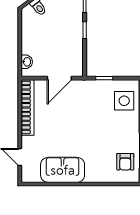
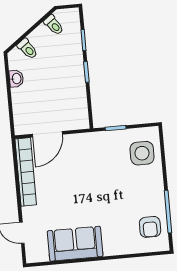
washbasin: (27, 62) -> (16, 79), moved
door: (59, 78) -> (47, 134), moved

